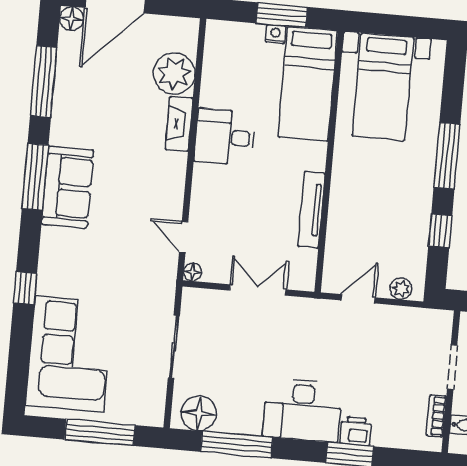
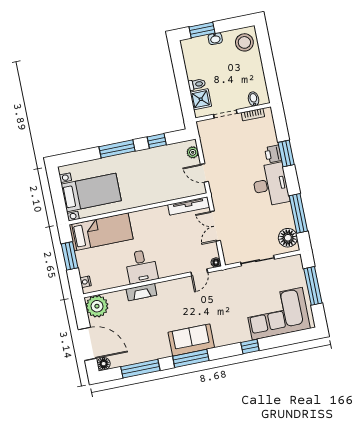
nightstand: (275, 34) -> (86, 282), moved
plant: (174, 73) -> (97, 306), moved
tv unit: (311, 210) -> (189, 206), moved

